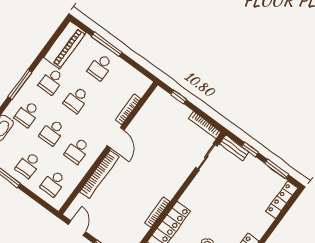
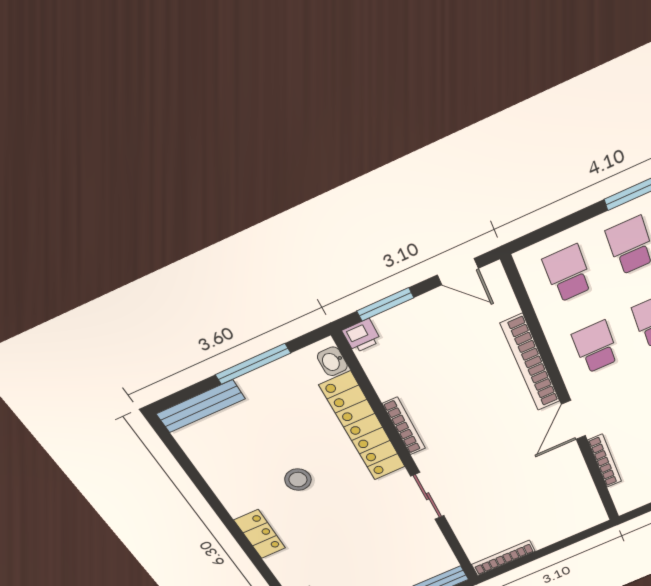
window: (179, 97) -> (571, 540), removed
door: (116, 138) -> (574, 420), hinge flipped
sliding door: (206, 157) -> (428, 496), moved

